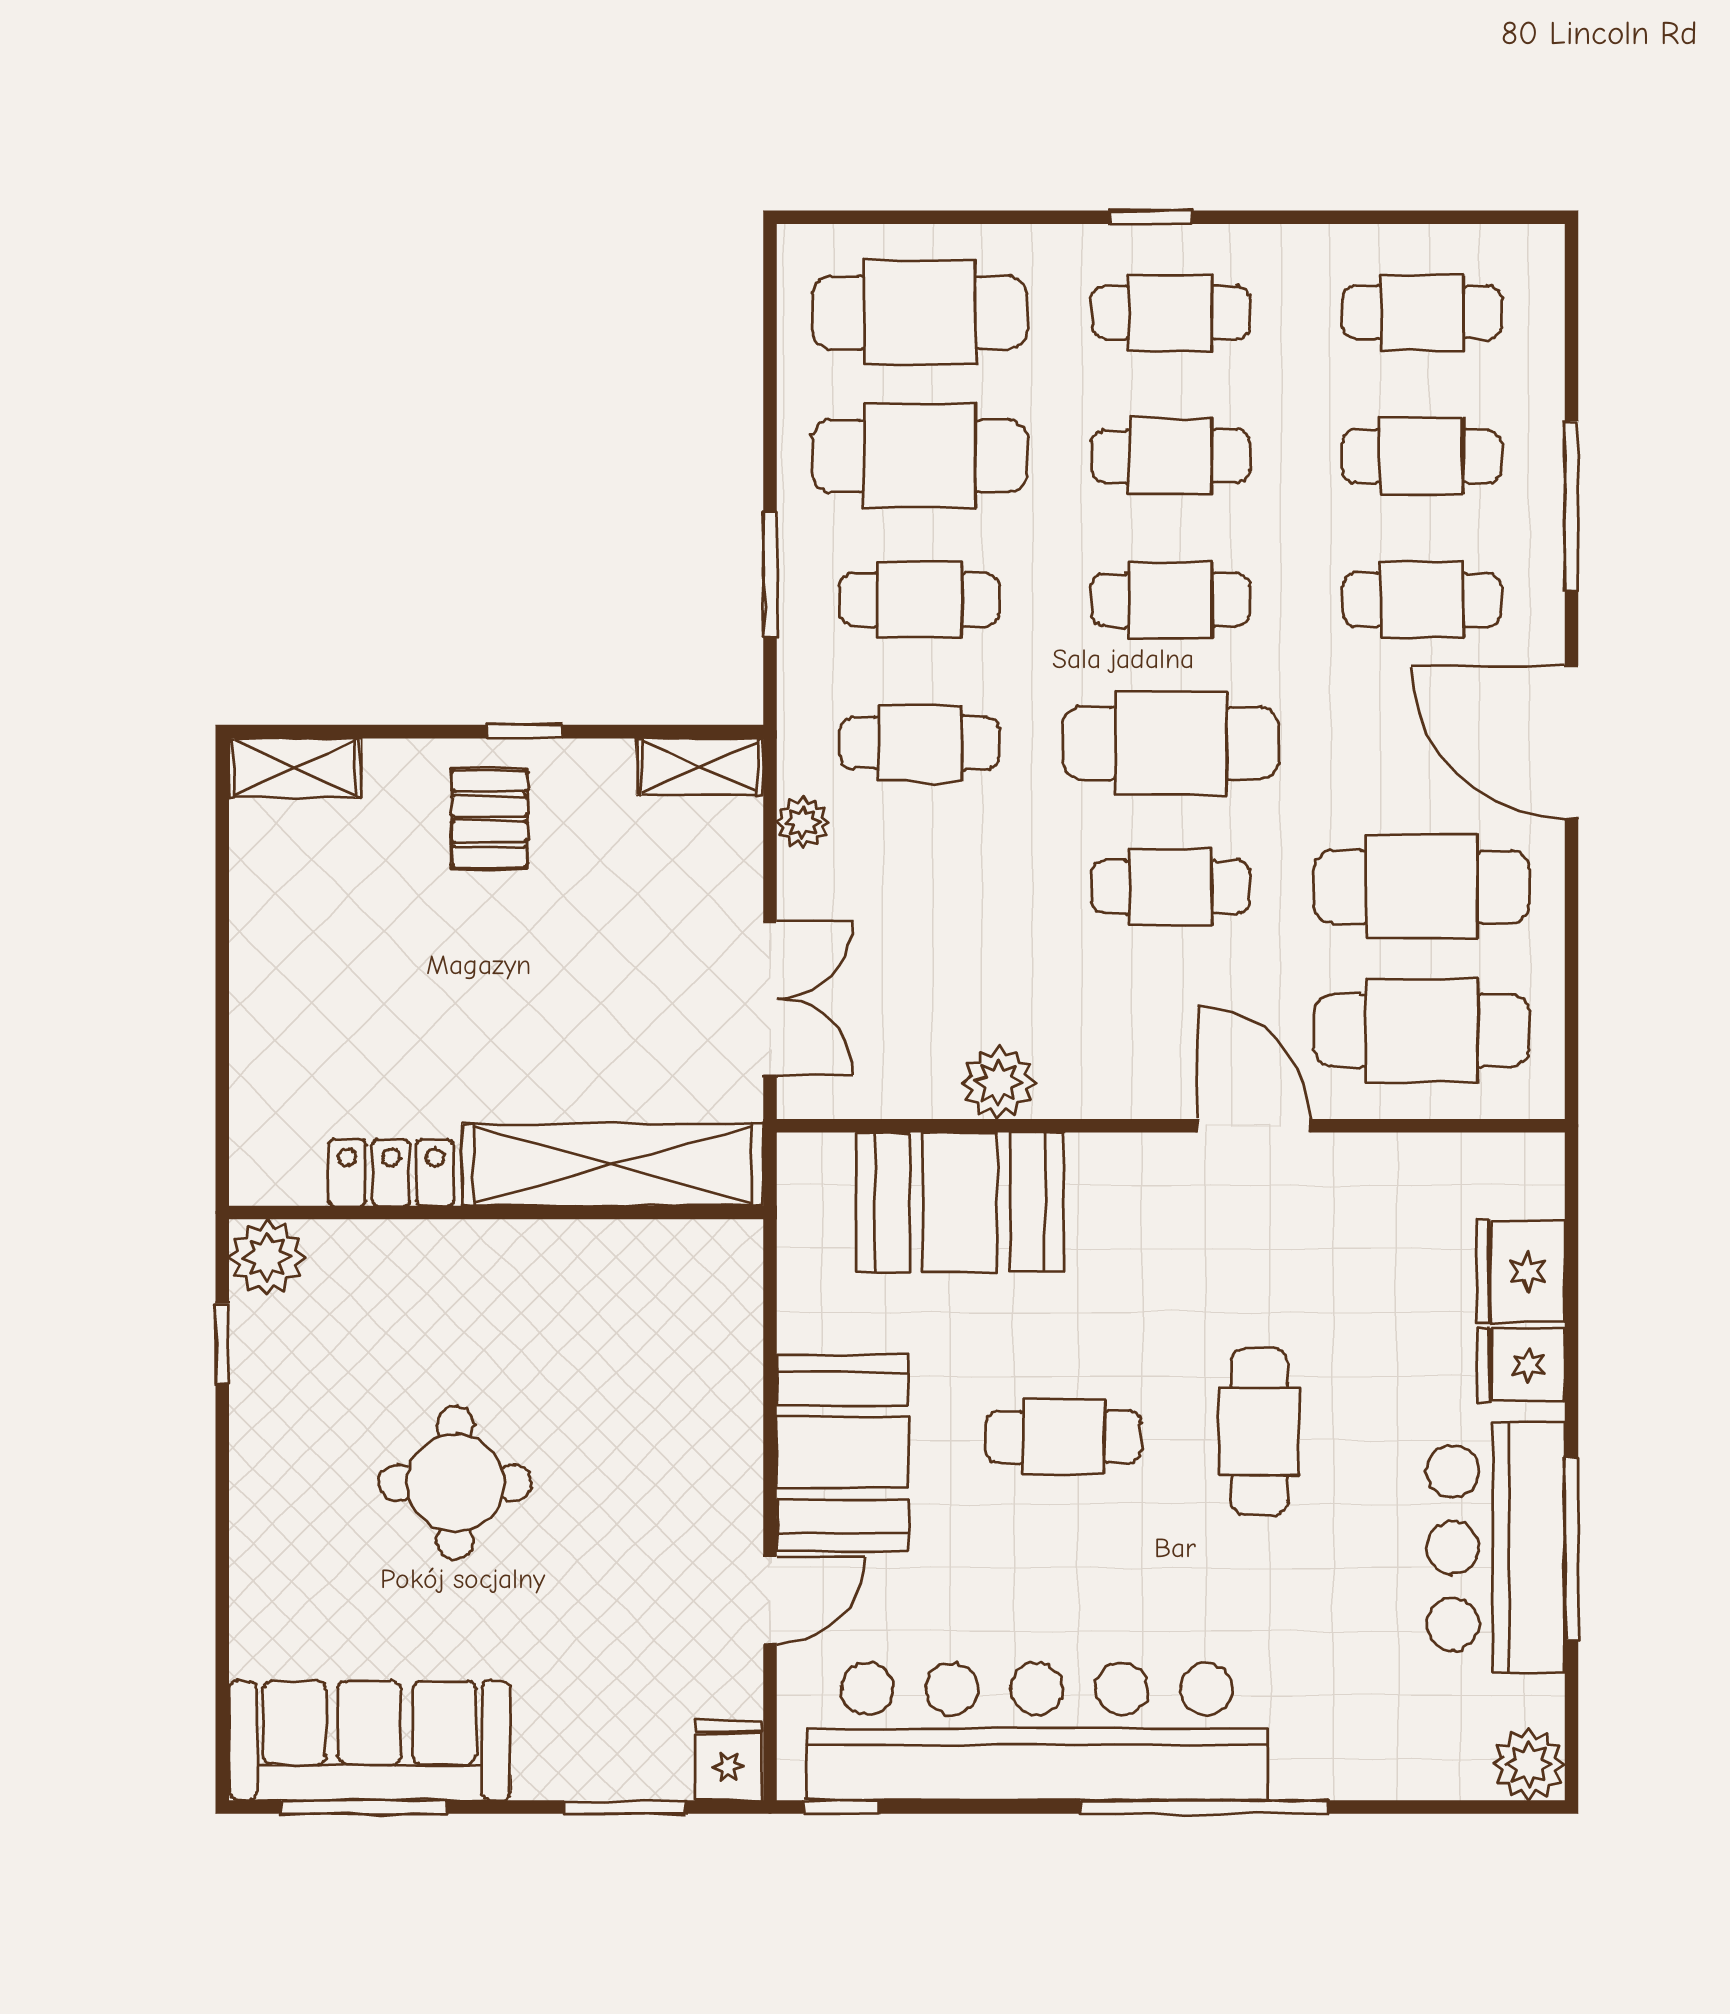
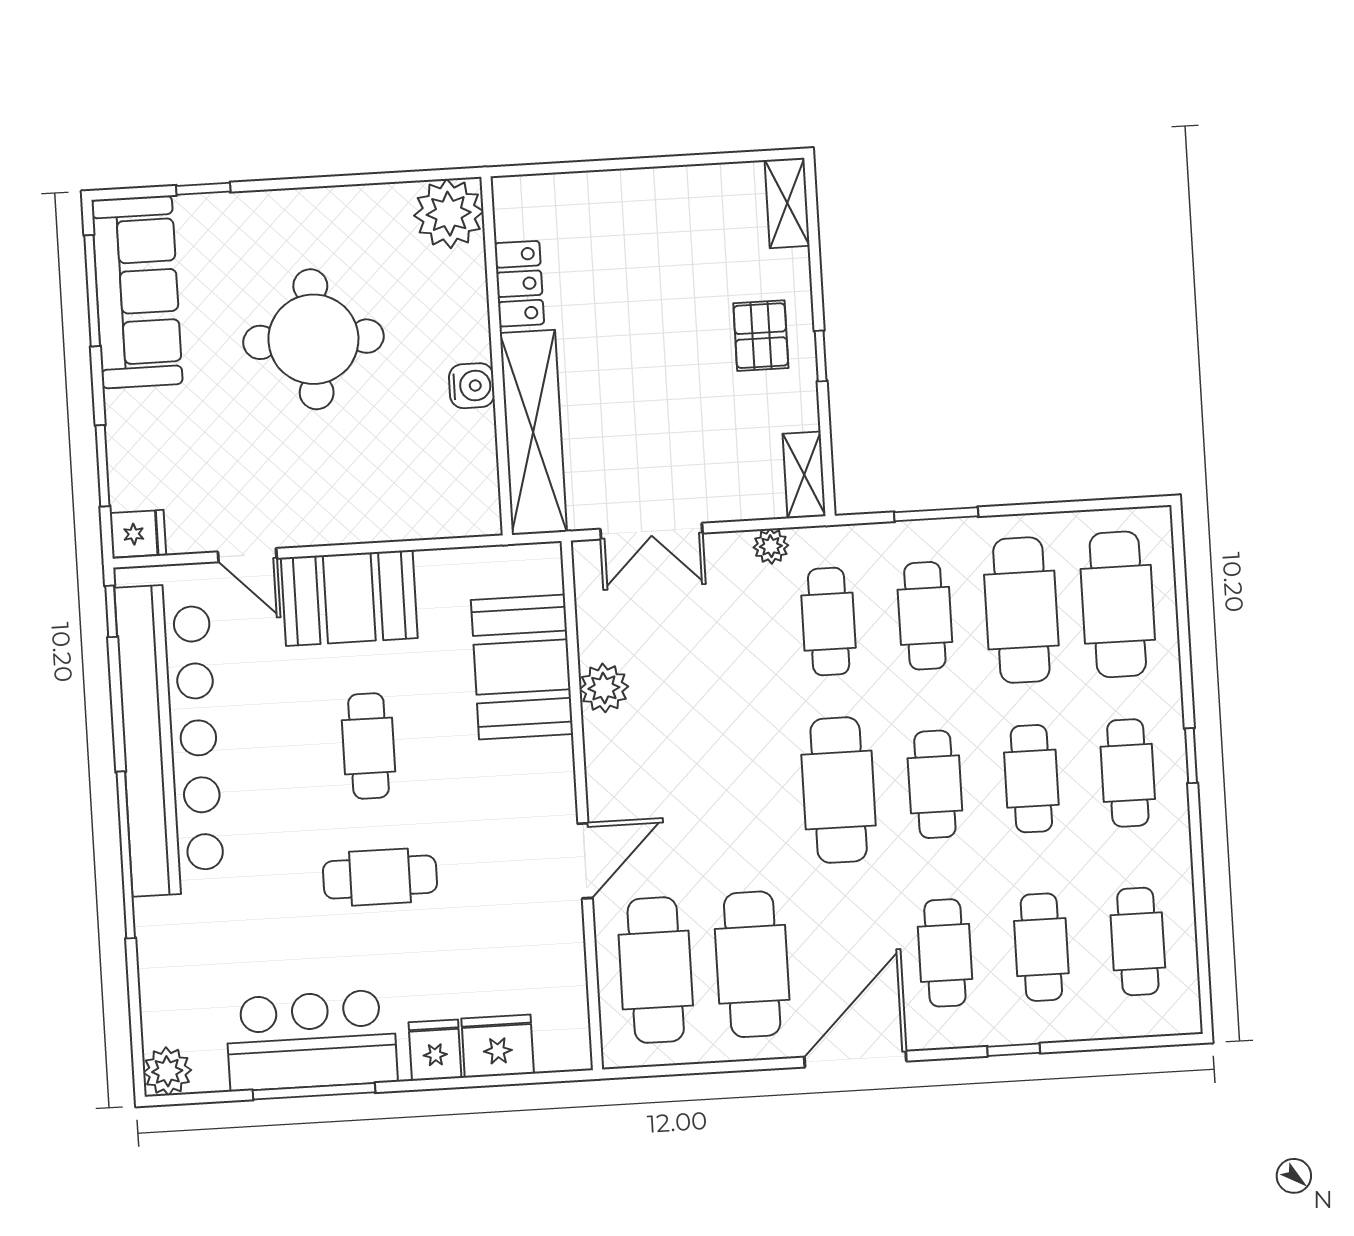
window: (1572, 506) -> (1014, 1050), width x0.46
pallet: (489, 819) -> (761, 336), turned 90
cafe table: (1171, 887) -> (742, 796), removed
water cooler: (538, 1252) -> (472, 386), added
plant: (267, 1257) -> (449, 214), width x1.36, depth x1.36
window: (222, 1344) -> (203, 189), moved
round table: (455, 1483) -> (313, 339), width x1.36, depth x1.36

